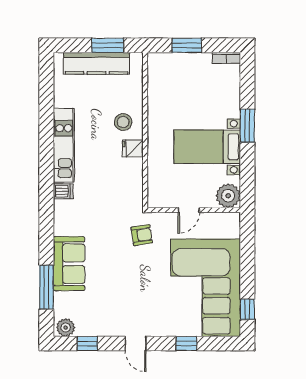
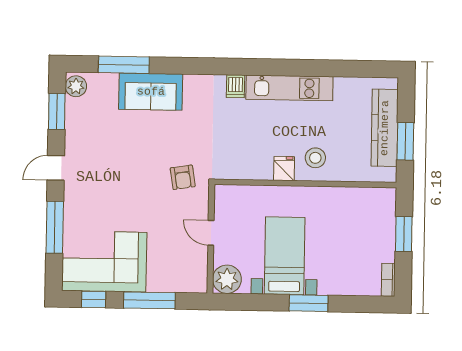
window: (247, 262) -> (149, 300), added
corner sofa: (206, 288) -> (104, 261), width x0.73, depth x0.74
window: (87, 344) -> (57, 111), width x1.50
window: (186, 344) -> (55, 227), width x2.17

